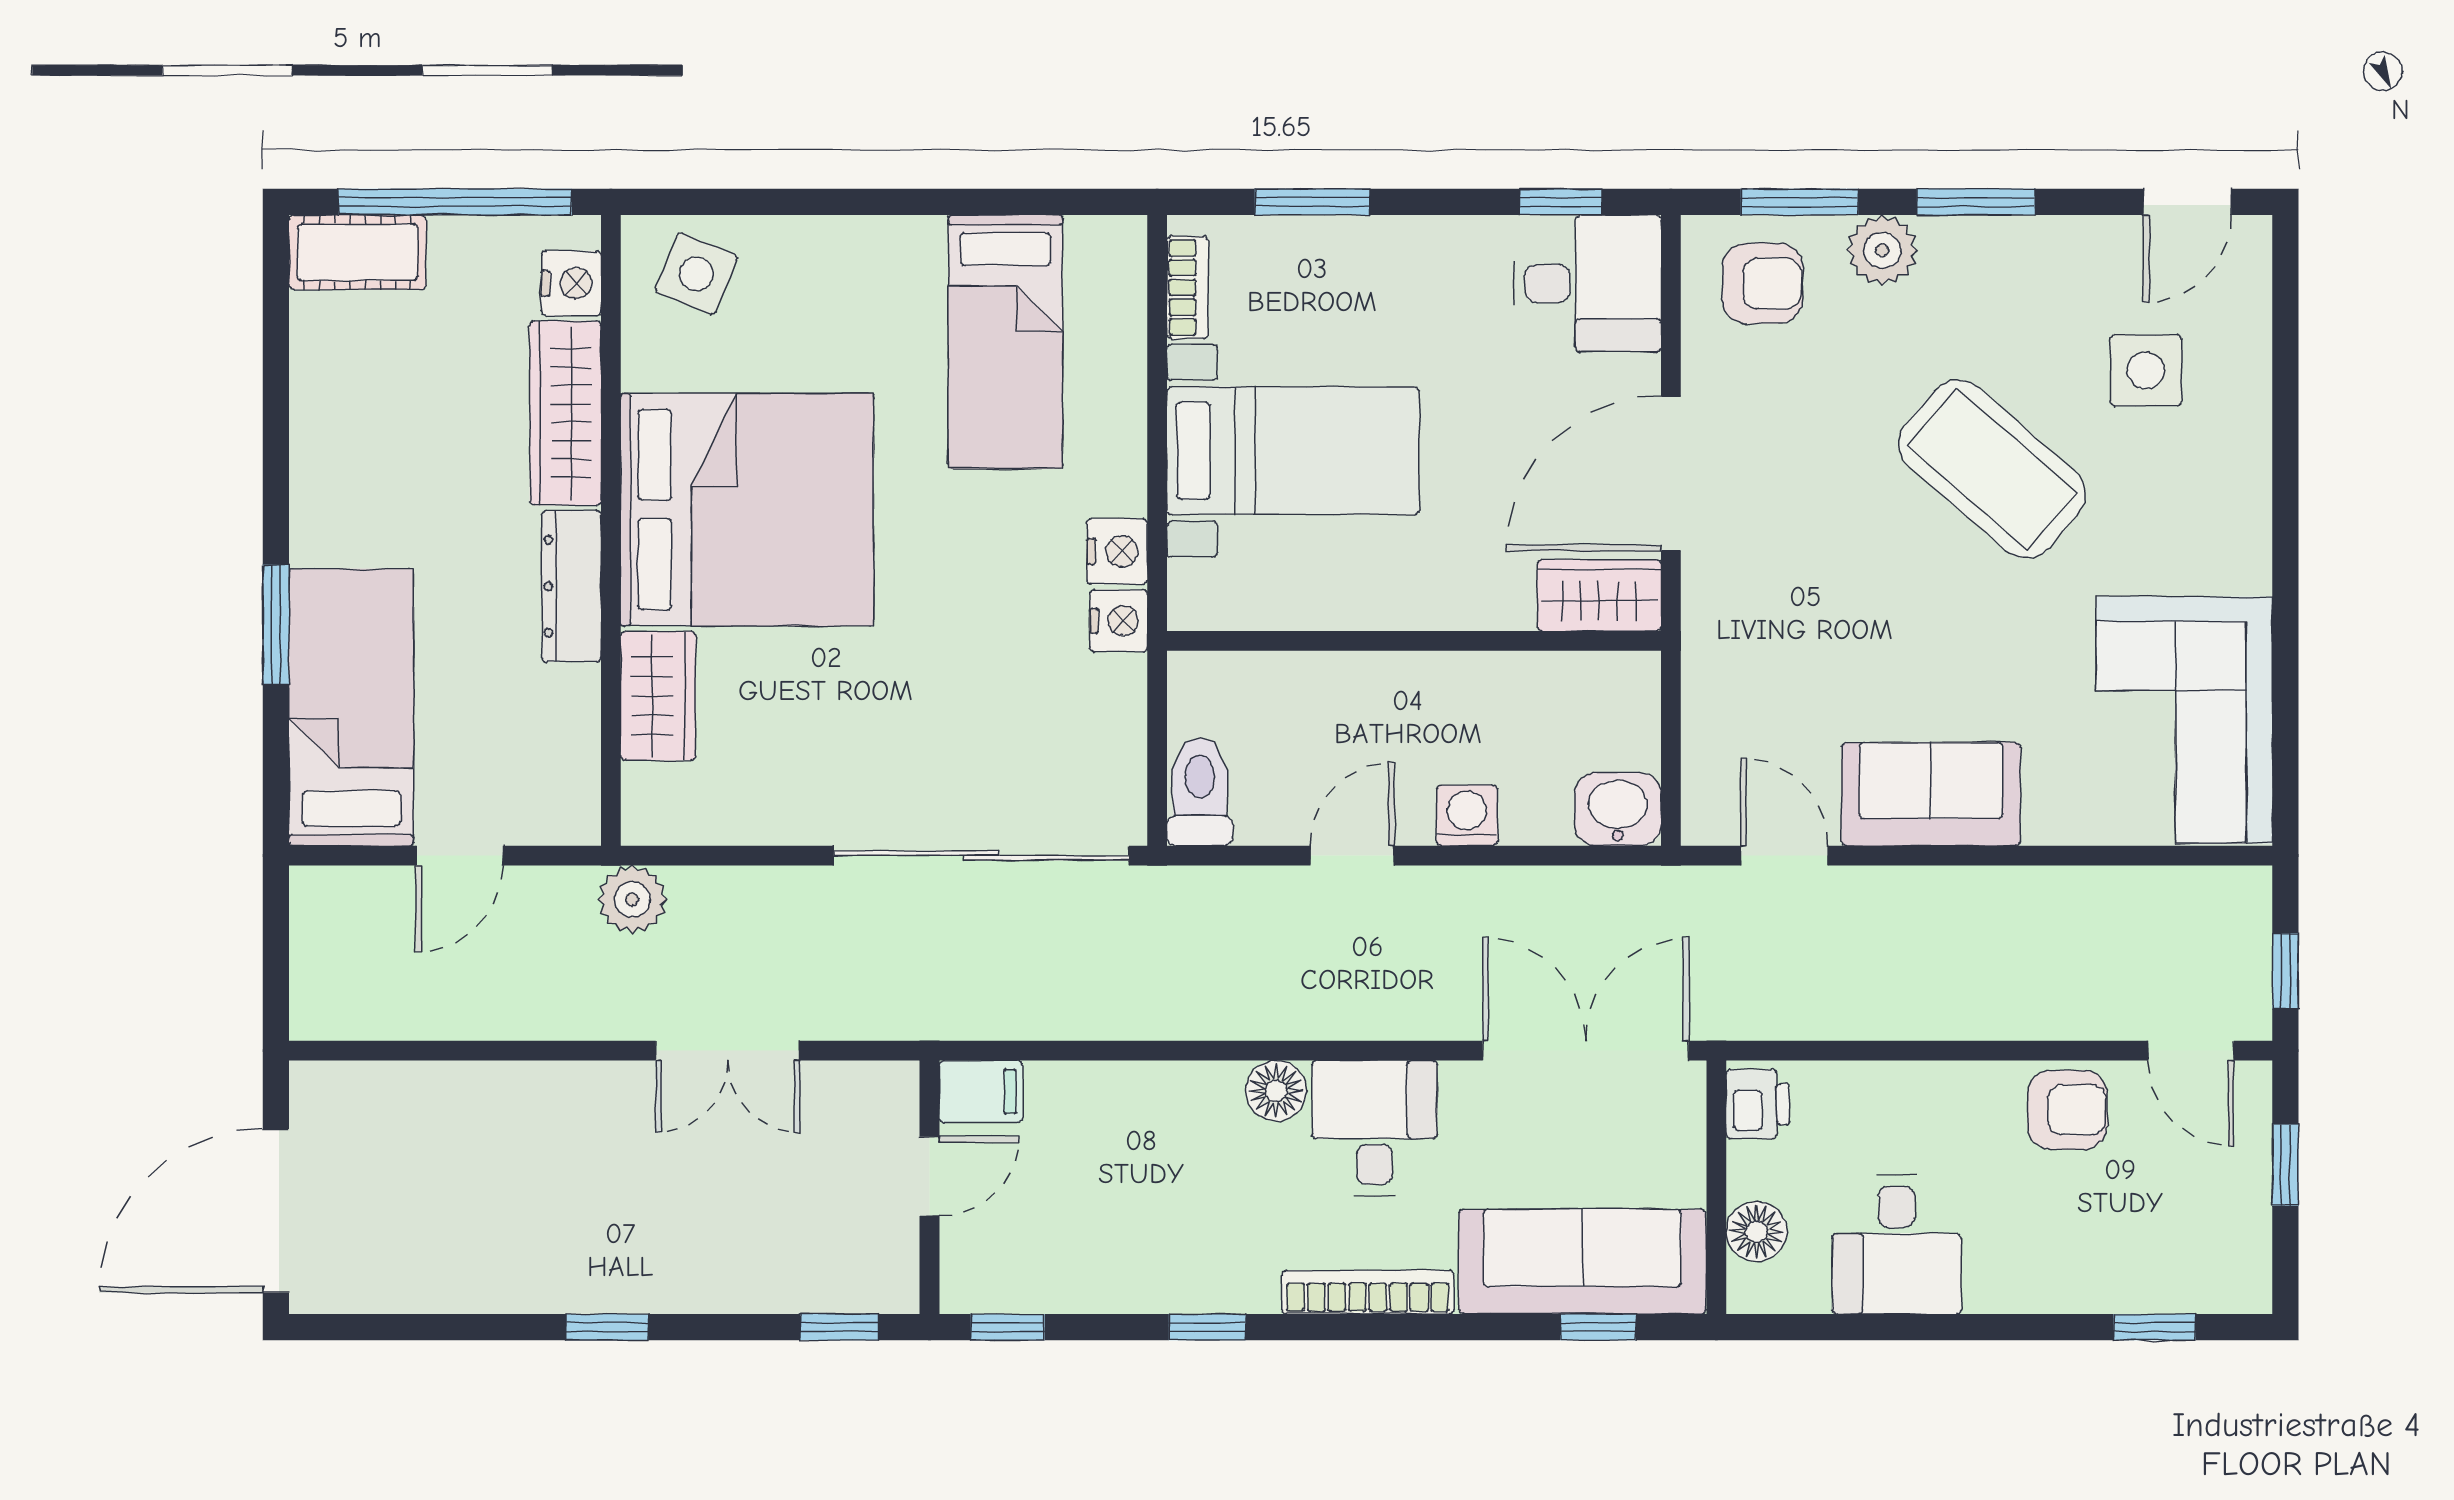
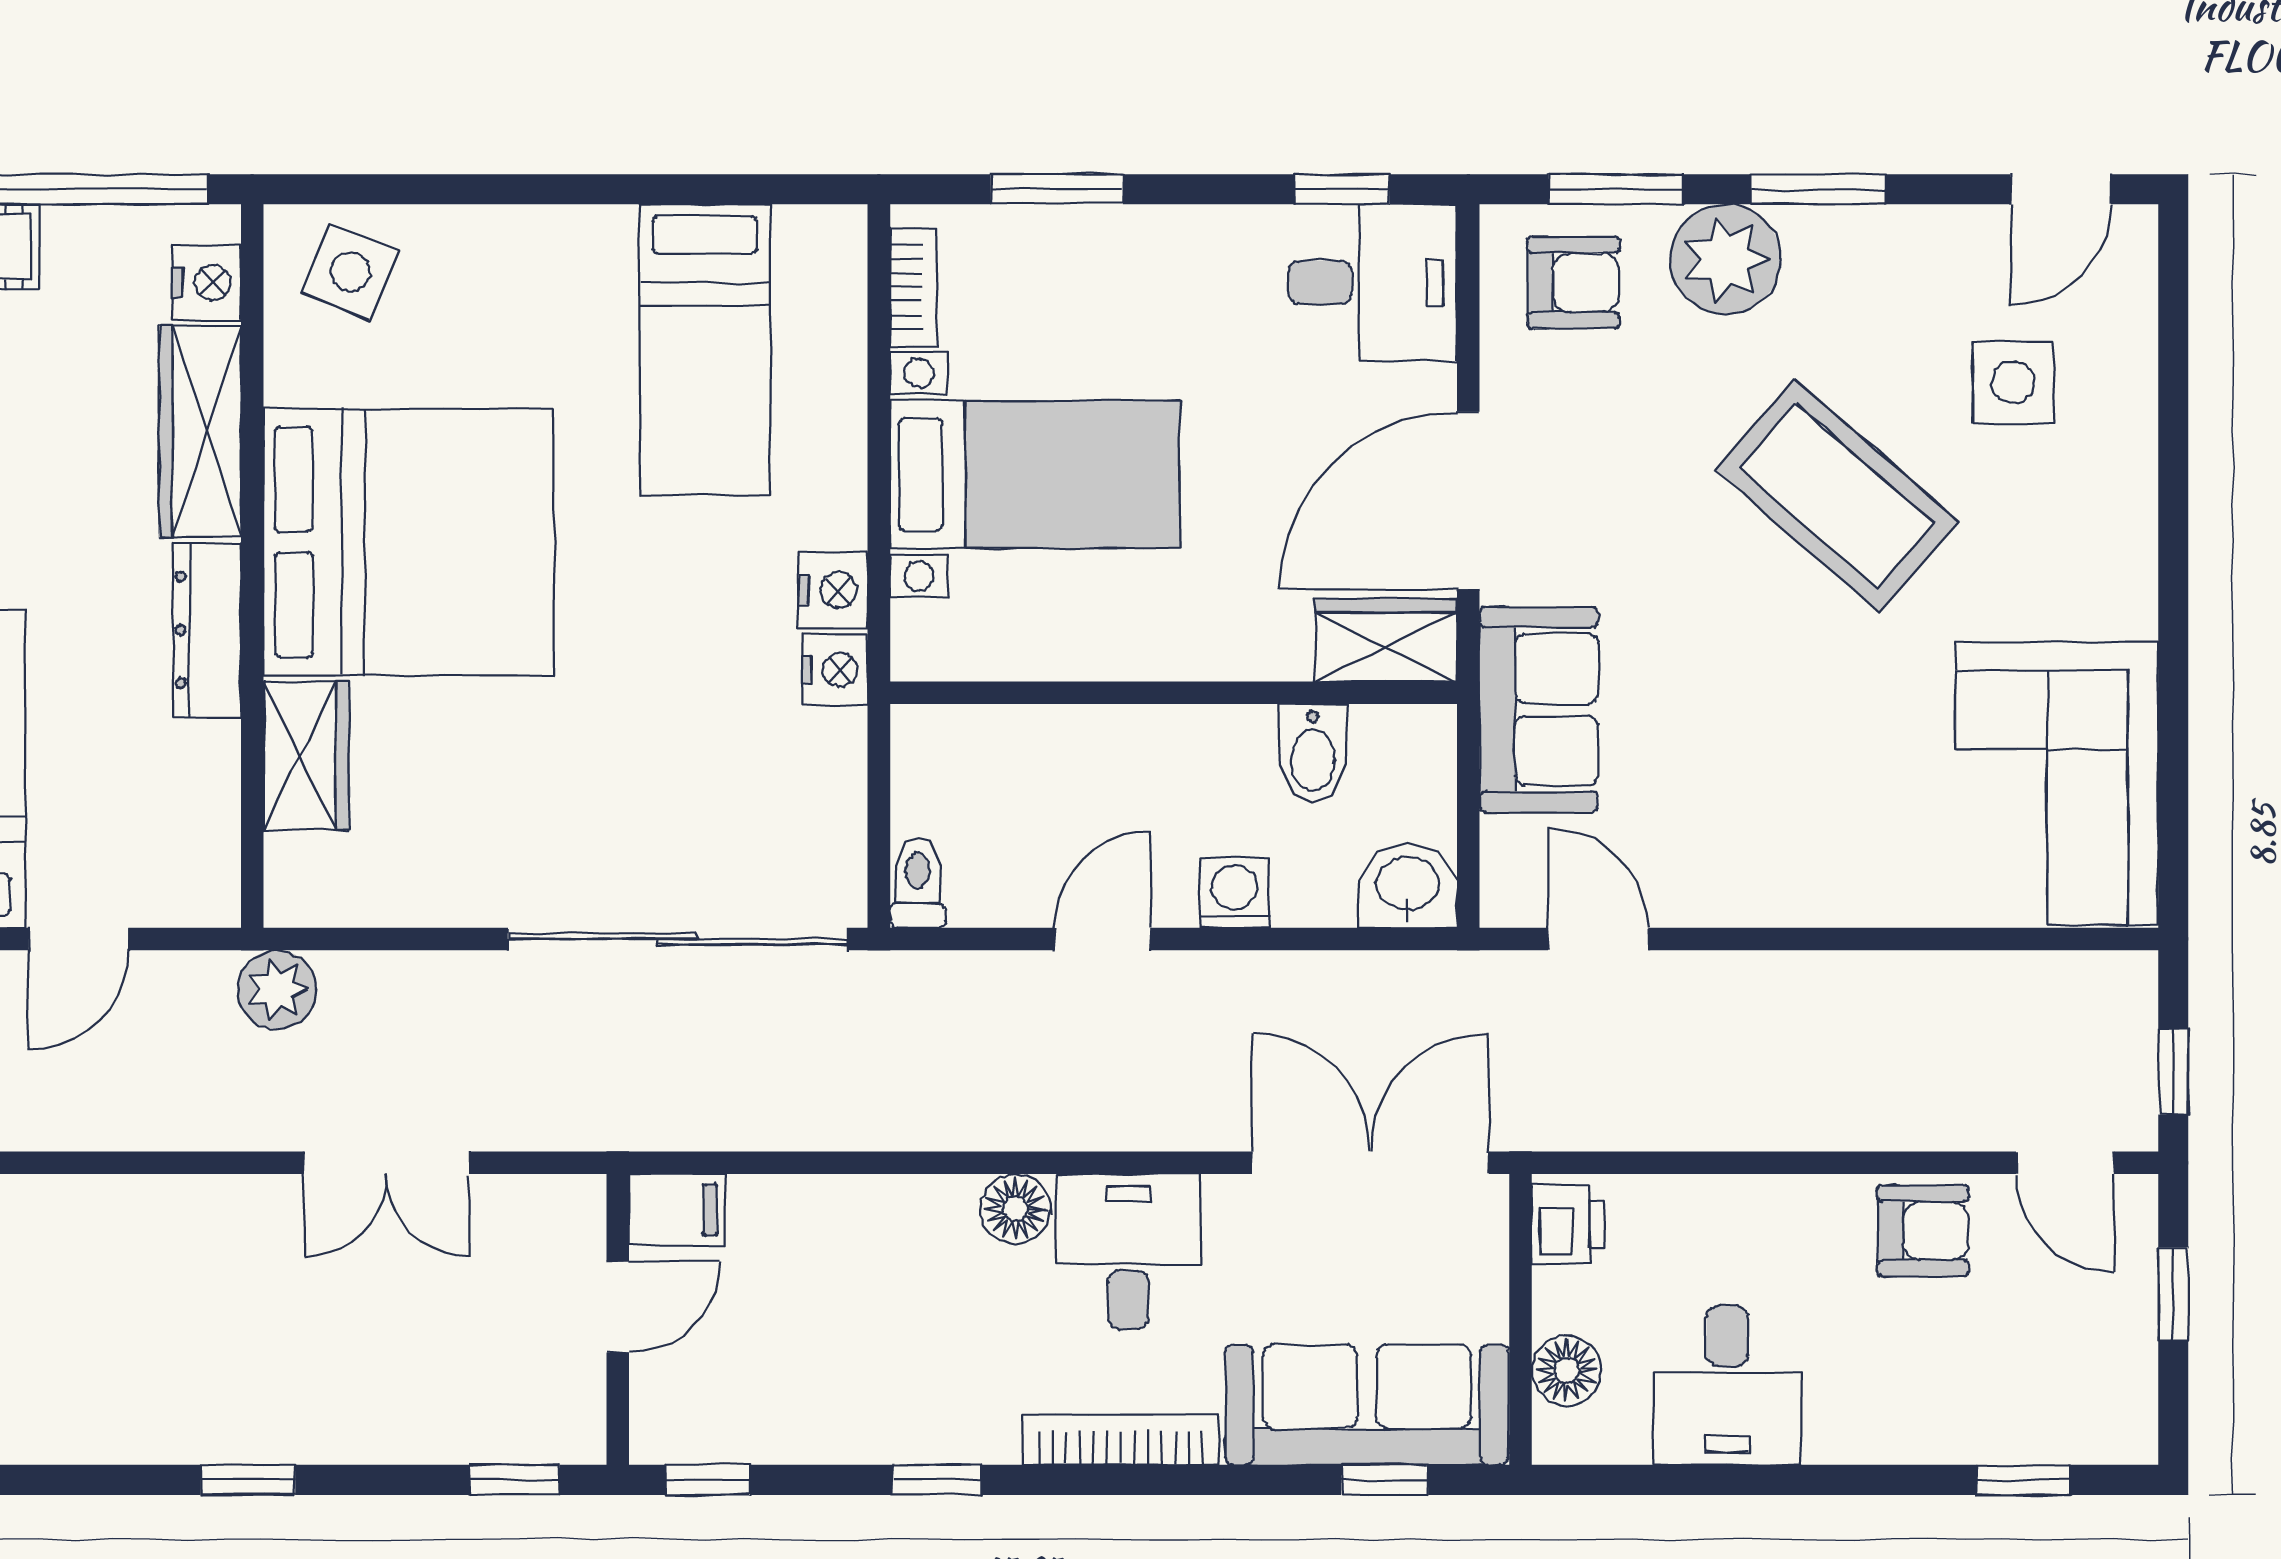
plant: (1882, 250) -> (1725, 259), width x1.36, depth x1.36
bidet: (1535, 694) -> (1313, 753), added
toilet: (1200, 792) -> (918, 883), width x0.73, depth x0.72
sofa: (1931, 794) -> (1539, 709), moved, turned 90

